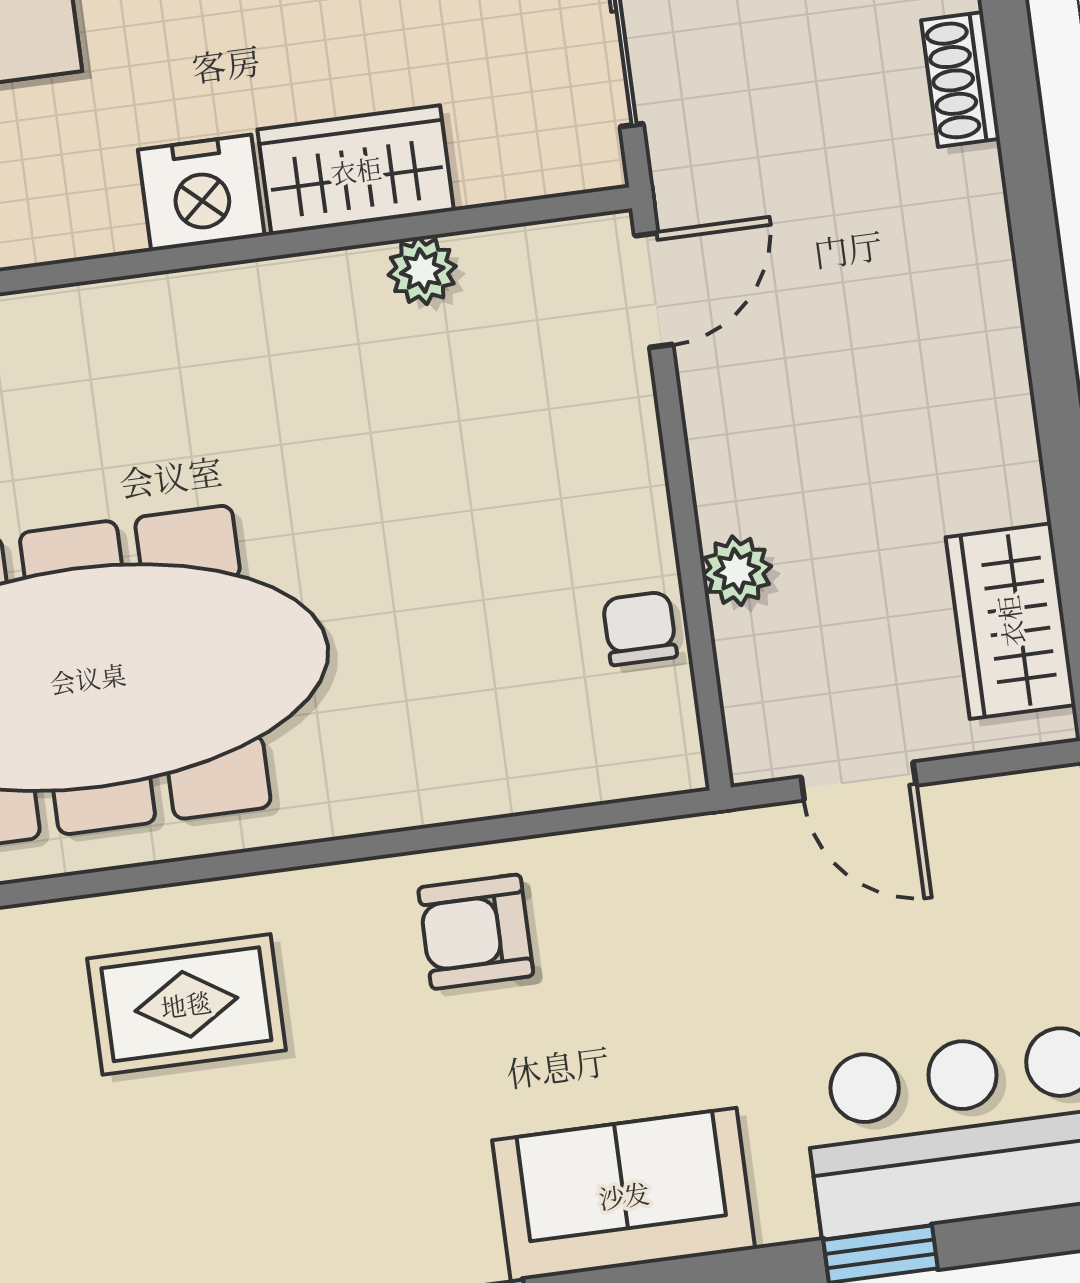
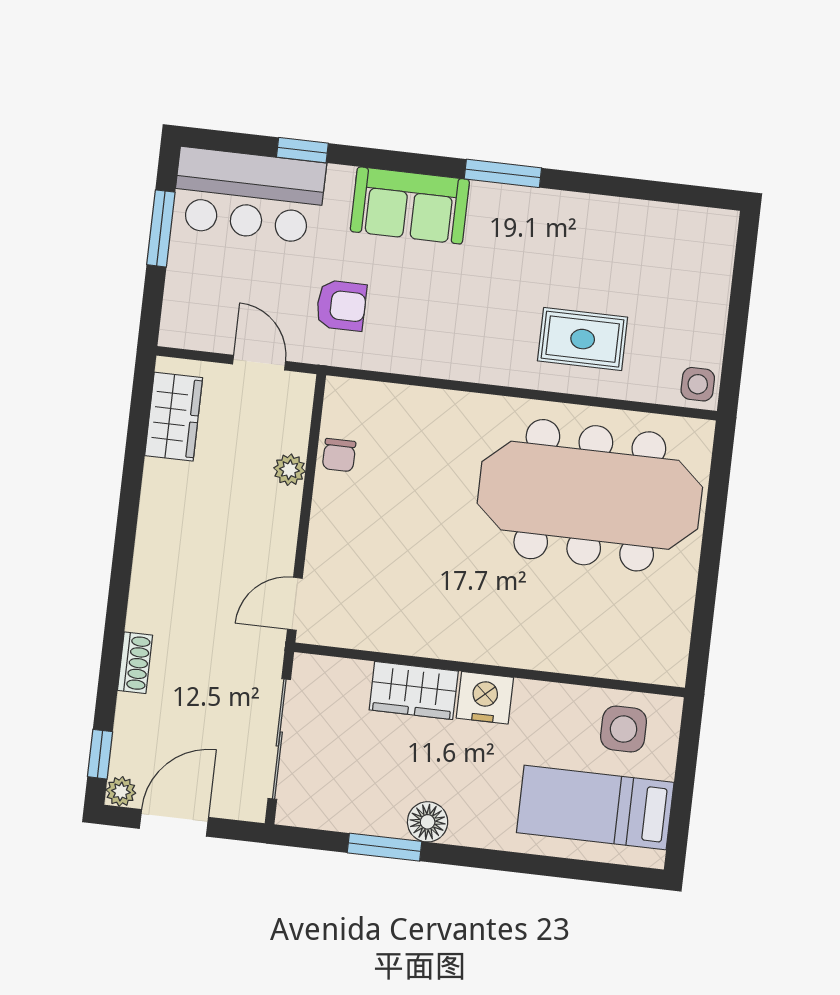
plant: (422, 271) -> (395, 638), removed
armchair: (476, 932) -> (341, 306), moved

